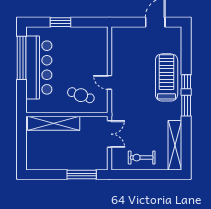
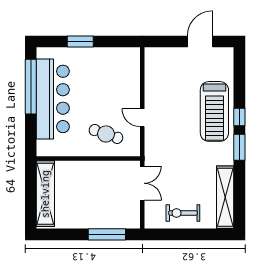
treadmill: (167, 77) -> (214, 111), turned 180
shelving: (54, 123) -> (45, 194), moved, turned 90

